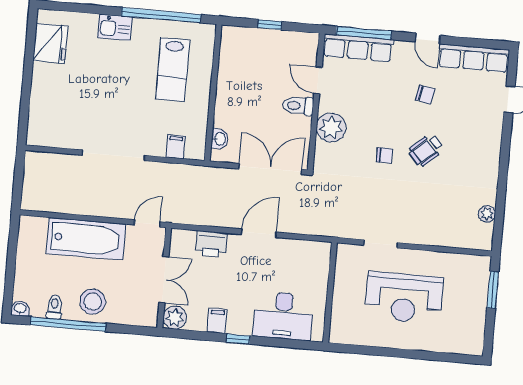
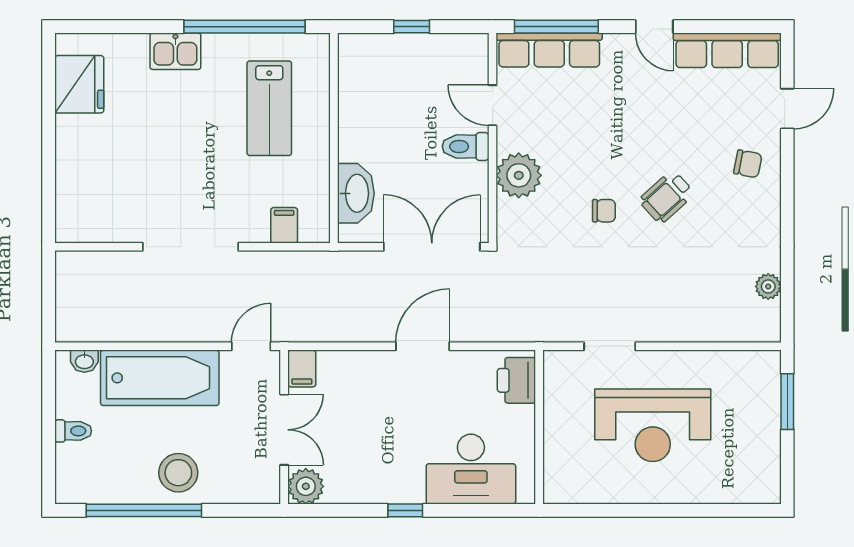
chair: (425, 95) -> (748, 164), moved
washbasin: (220, 139) -> (356, 193), width x1.91, depth x1.45
printer: (211, 244) -> (516, 380), moved, turned 90
toilet: (54, 307) -> (73, 431), moved, turned 90
washbasin: (20, 309) -> (84, 361), moved, turned 180
filing cabinet: (217, 321) -> (302, 368), moved, turned 180

